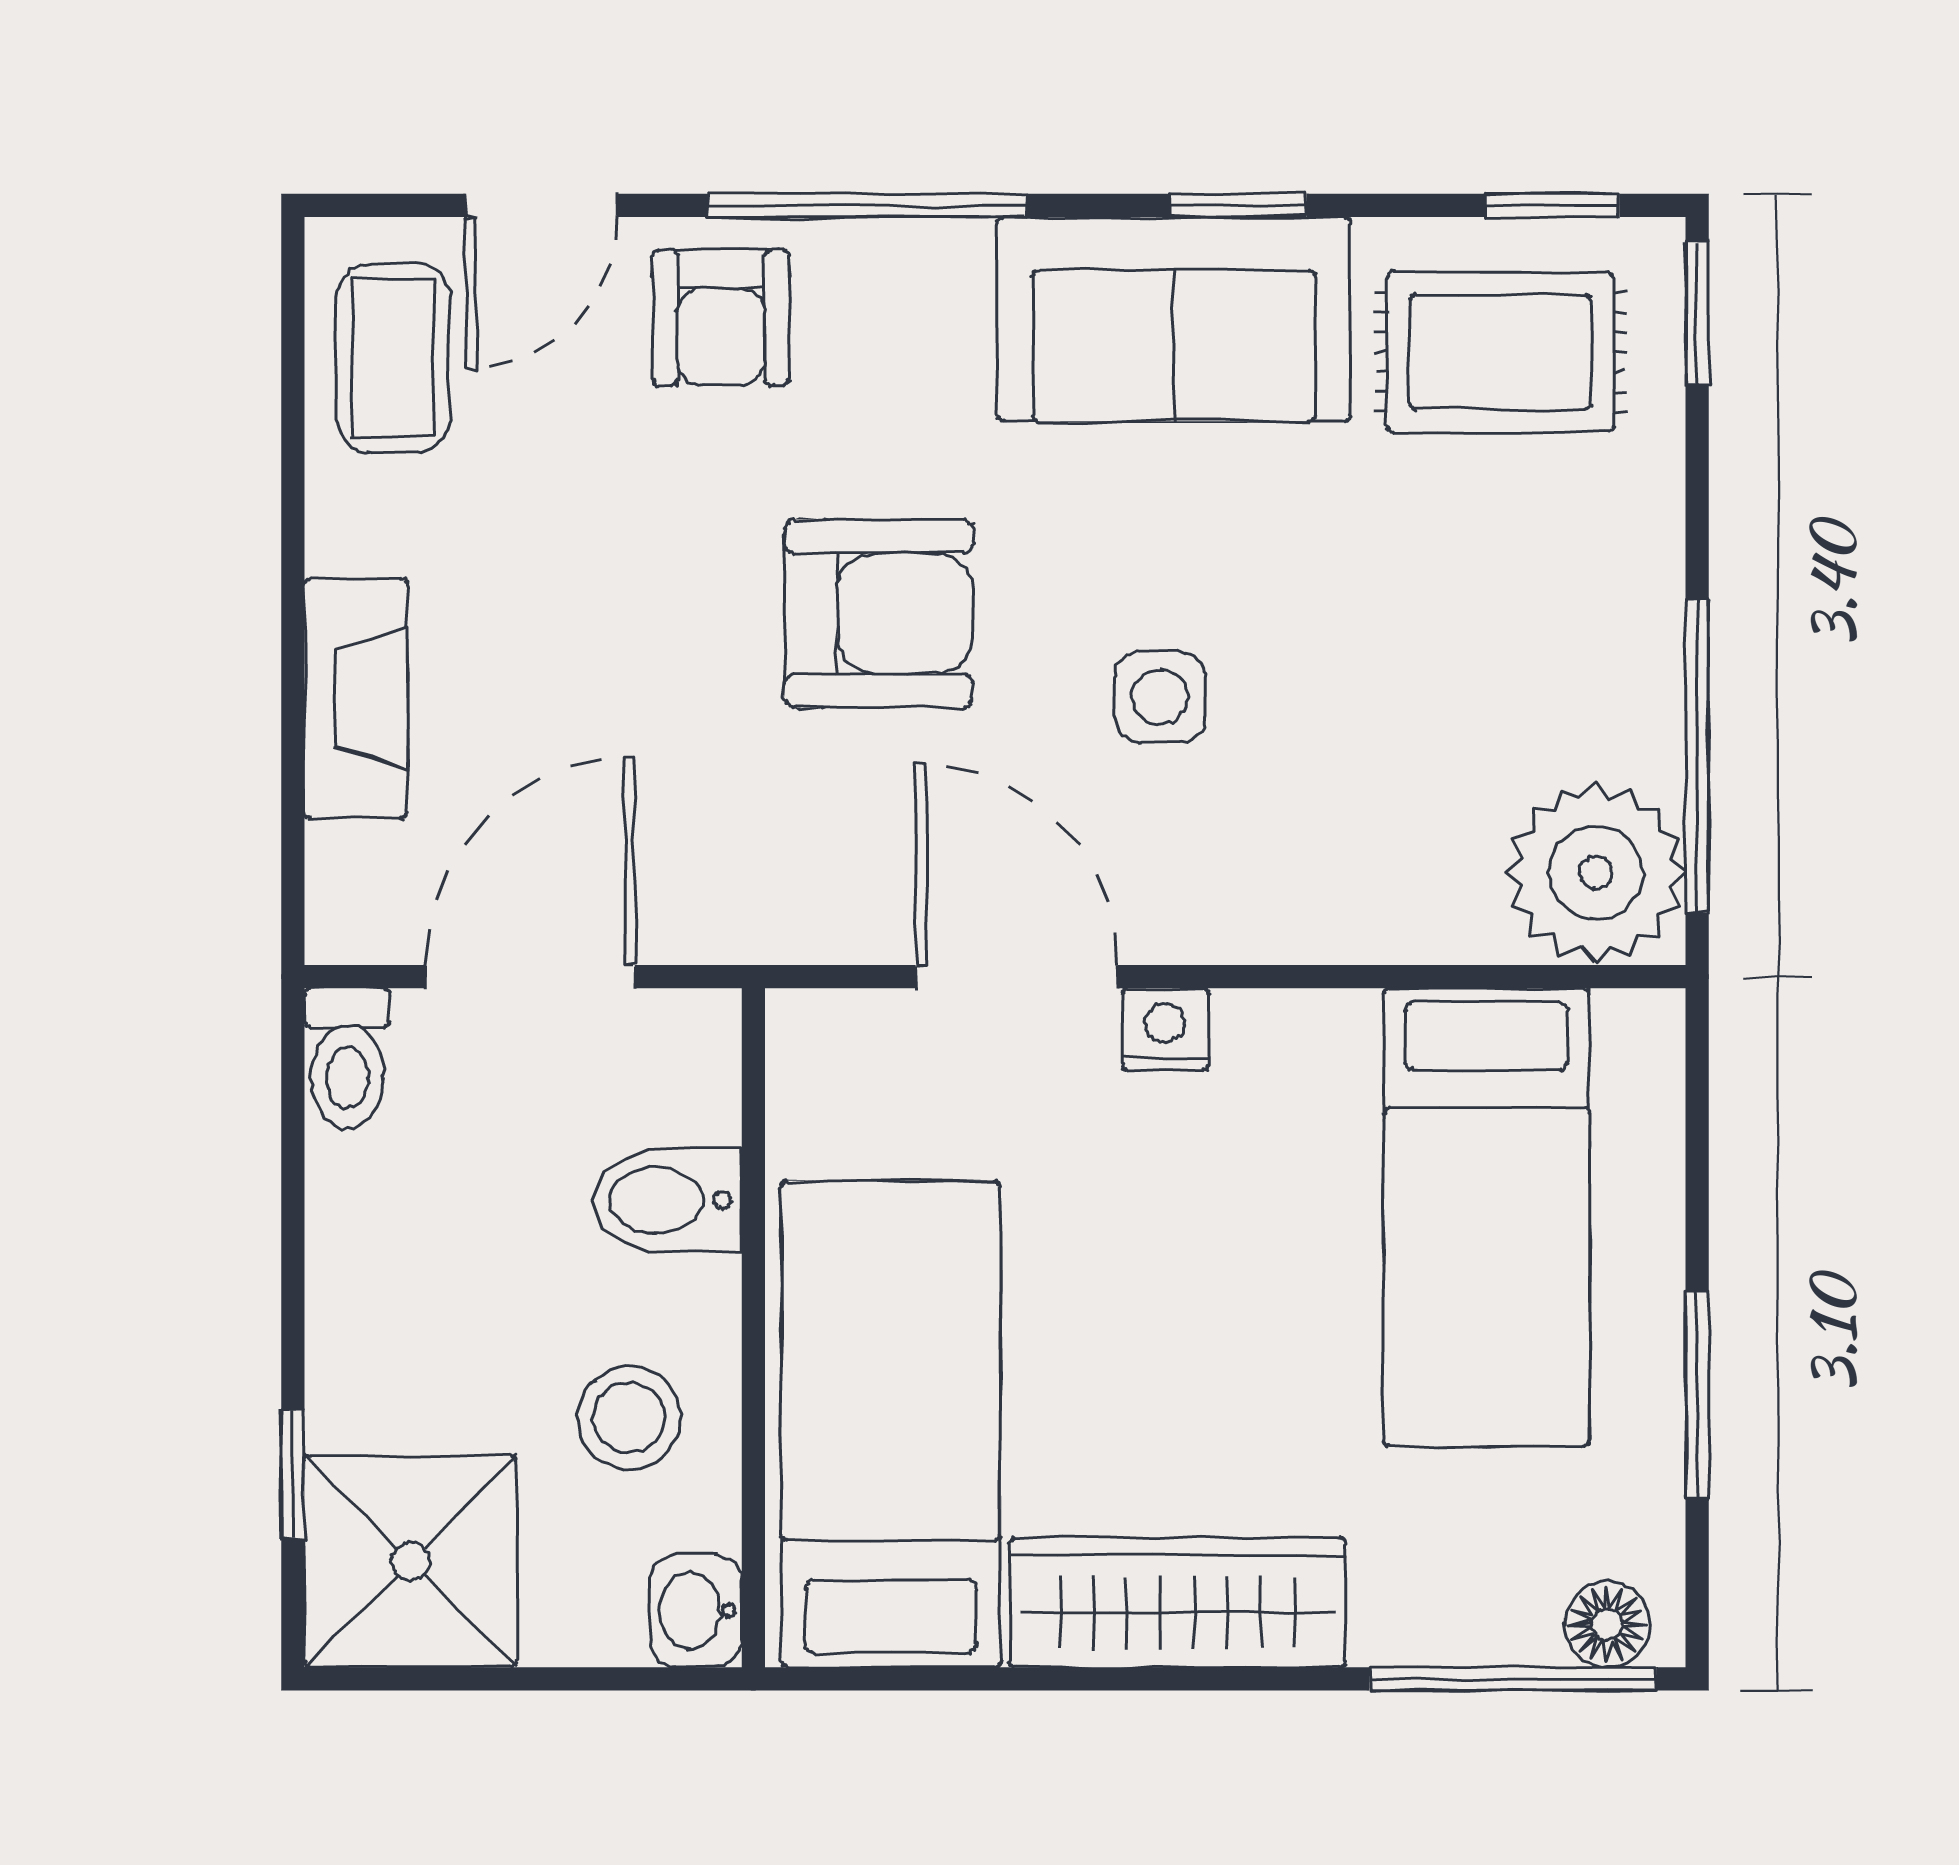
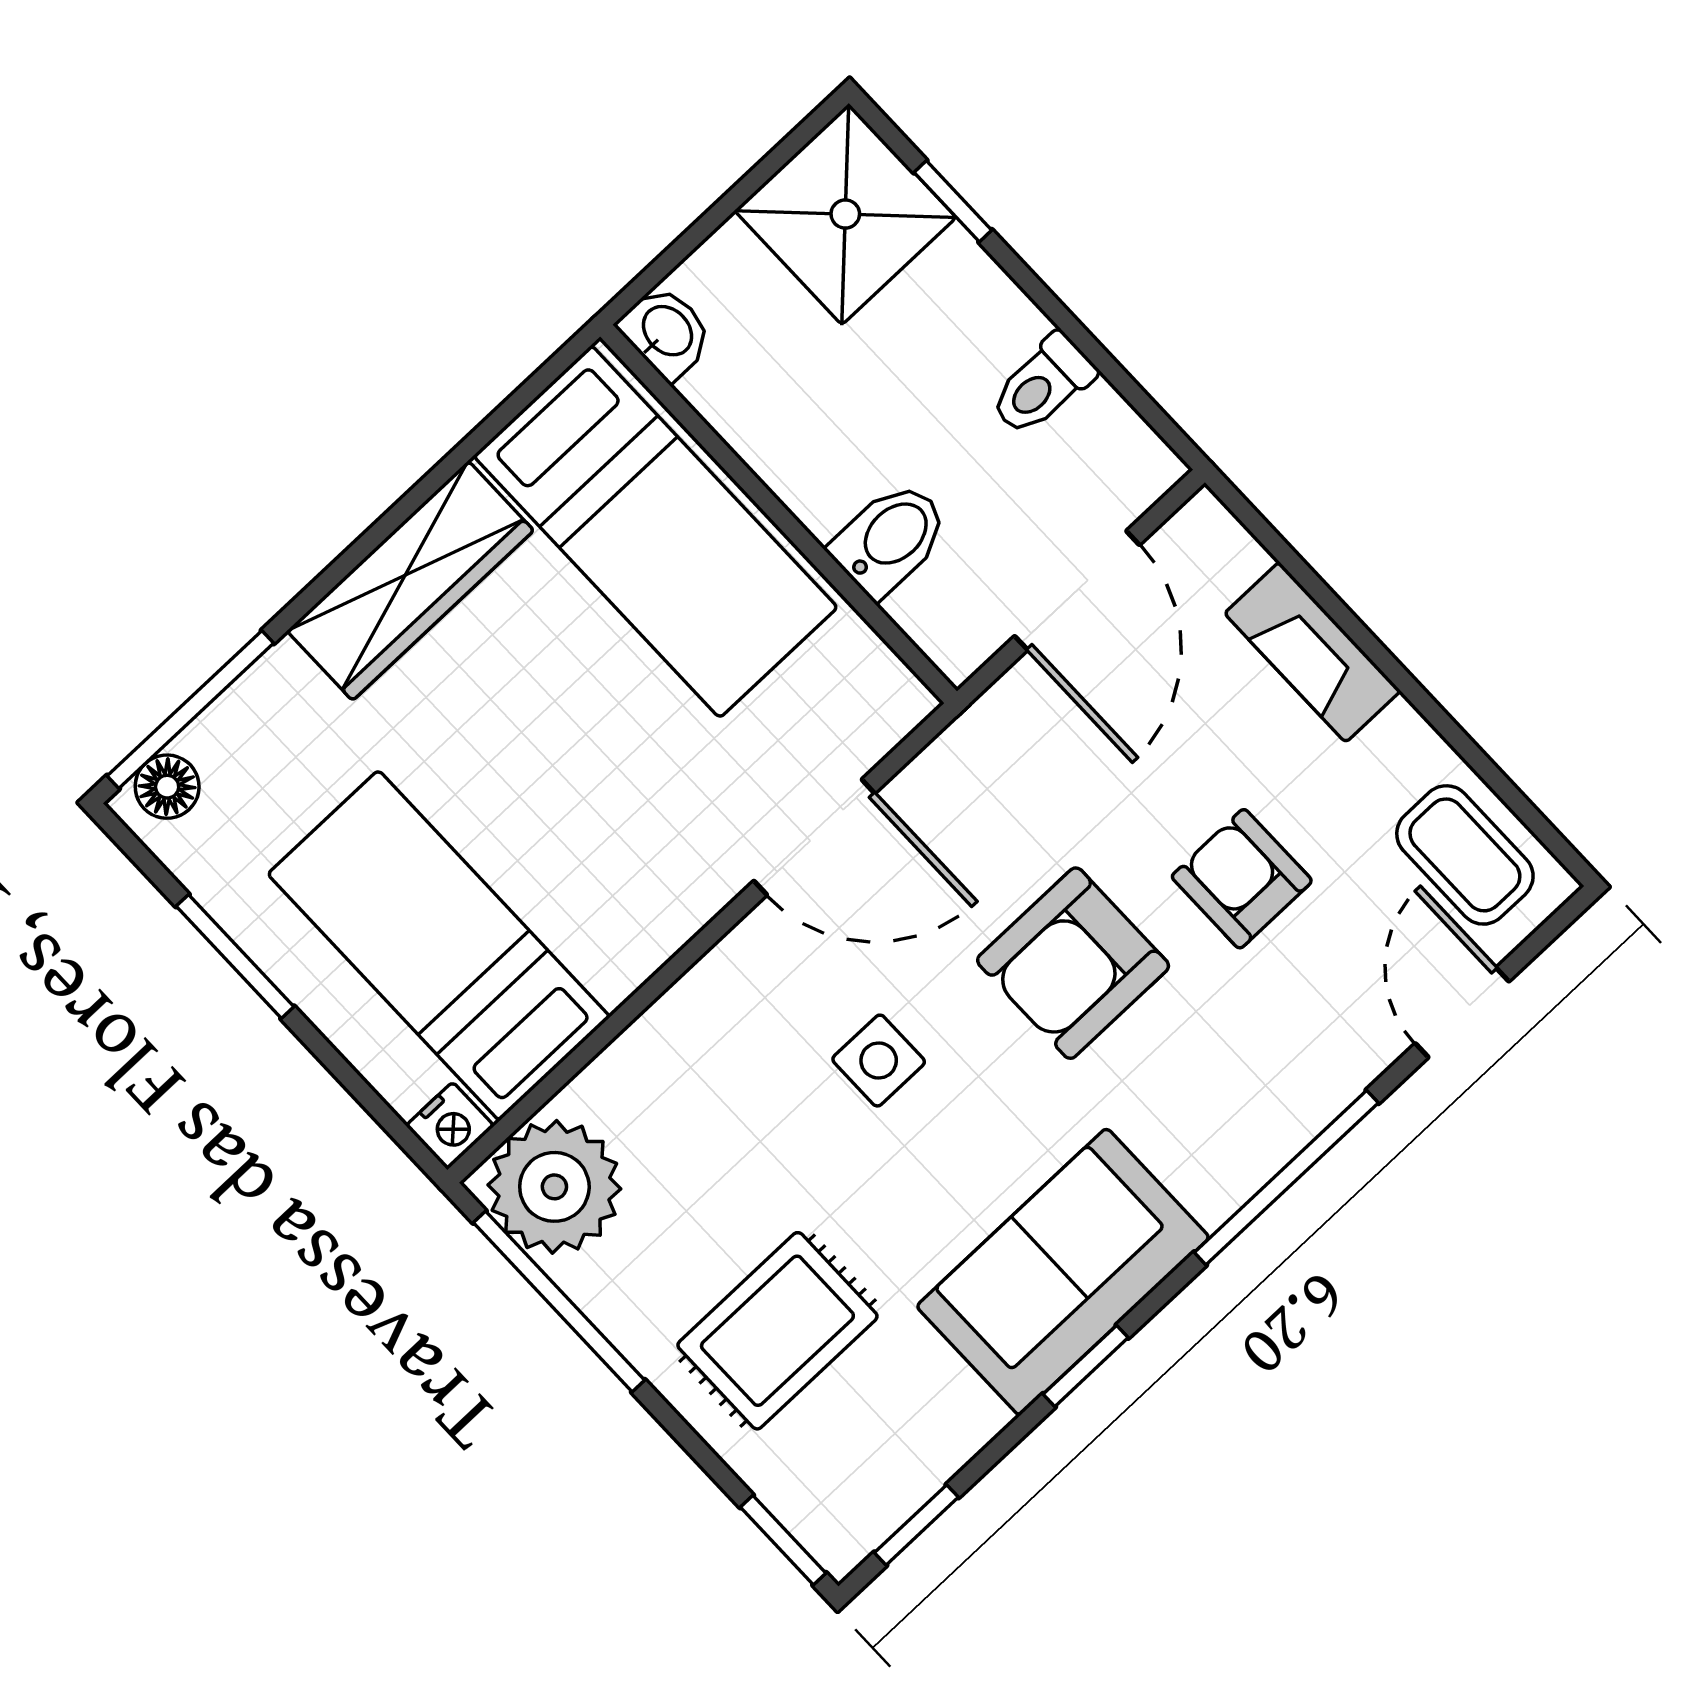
armchair: (721, 318) -> (1242, 879), moved
rug: (1500, 352) -> (777, 1331), moved
nightstand: (1165, 1029) -> (450, 1126), moved
toilet: (347, 1058) -> (1042, 385), moved, turned -90
stool: (629, 1418) -> (800, 402), removed

